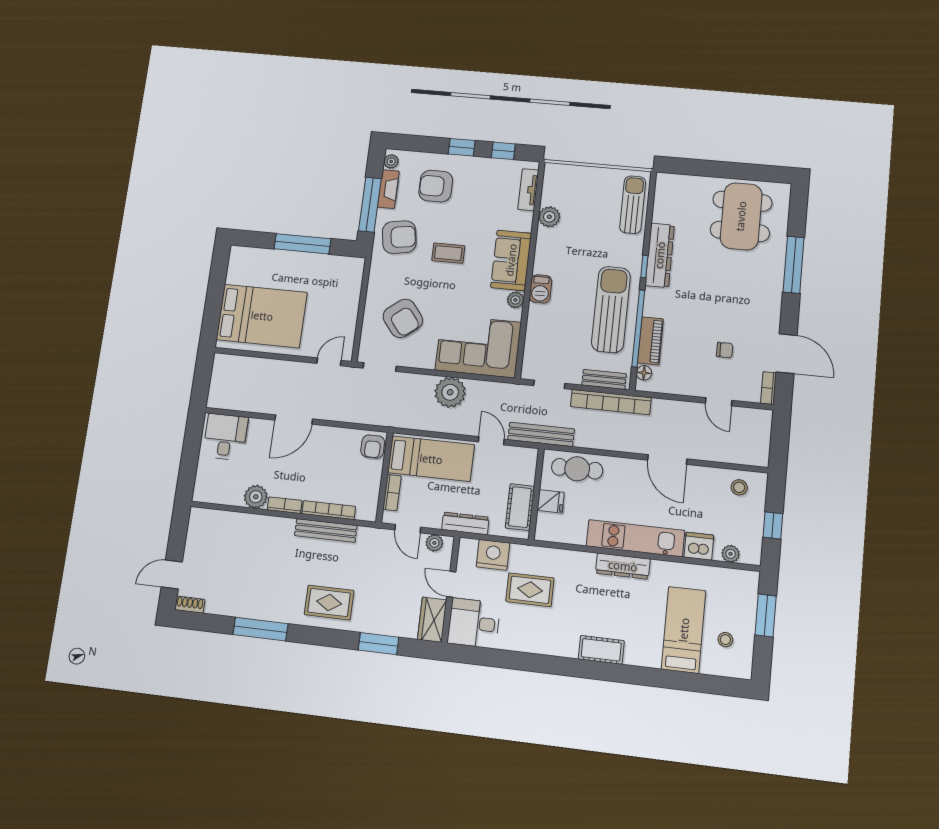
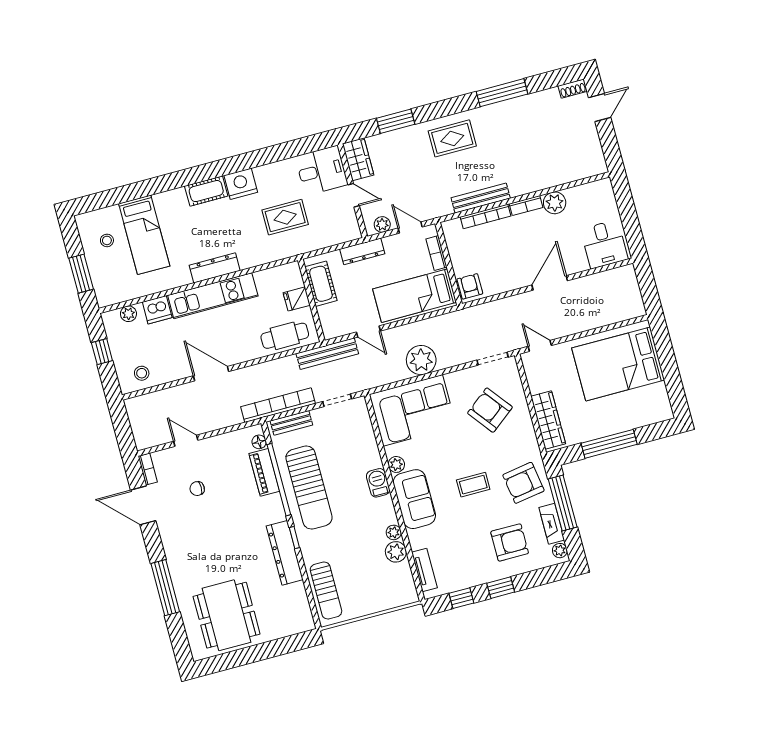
plant: (544, 236) -> (394, 532), added
wardrobe: (351, 288) -> (548, 420), added
door: (329, 362) -> (540, 346), swing flipped
nightstand: (493, 555) -> (241, 184), moved, turned 180

